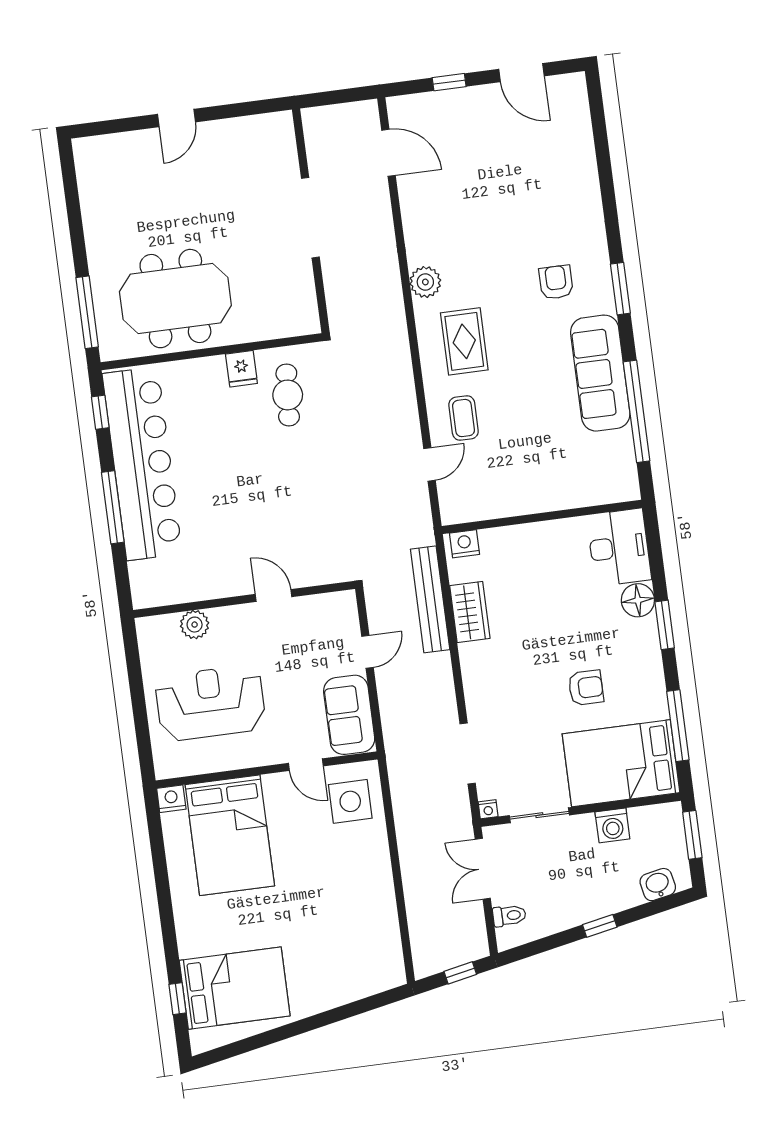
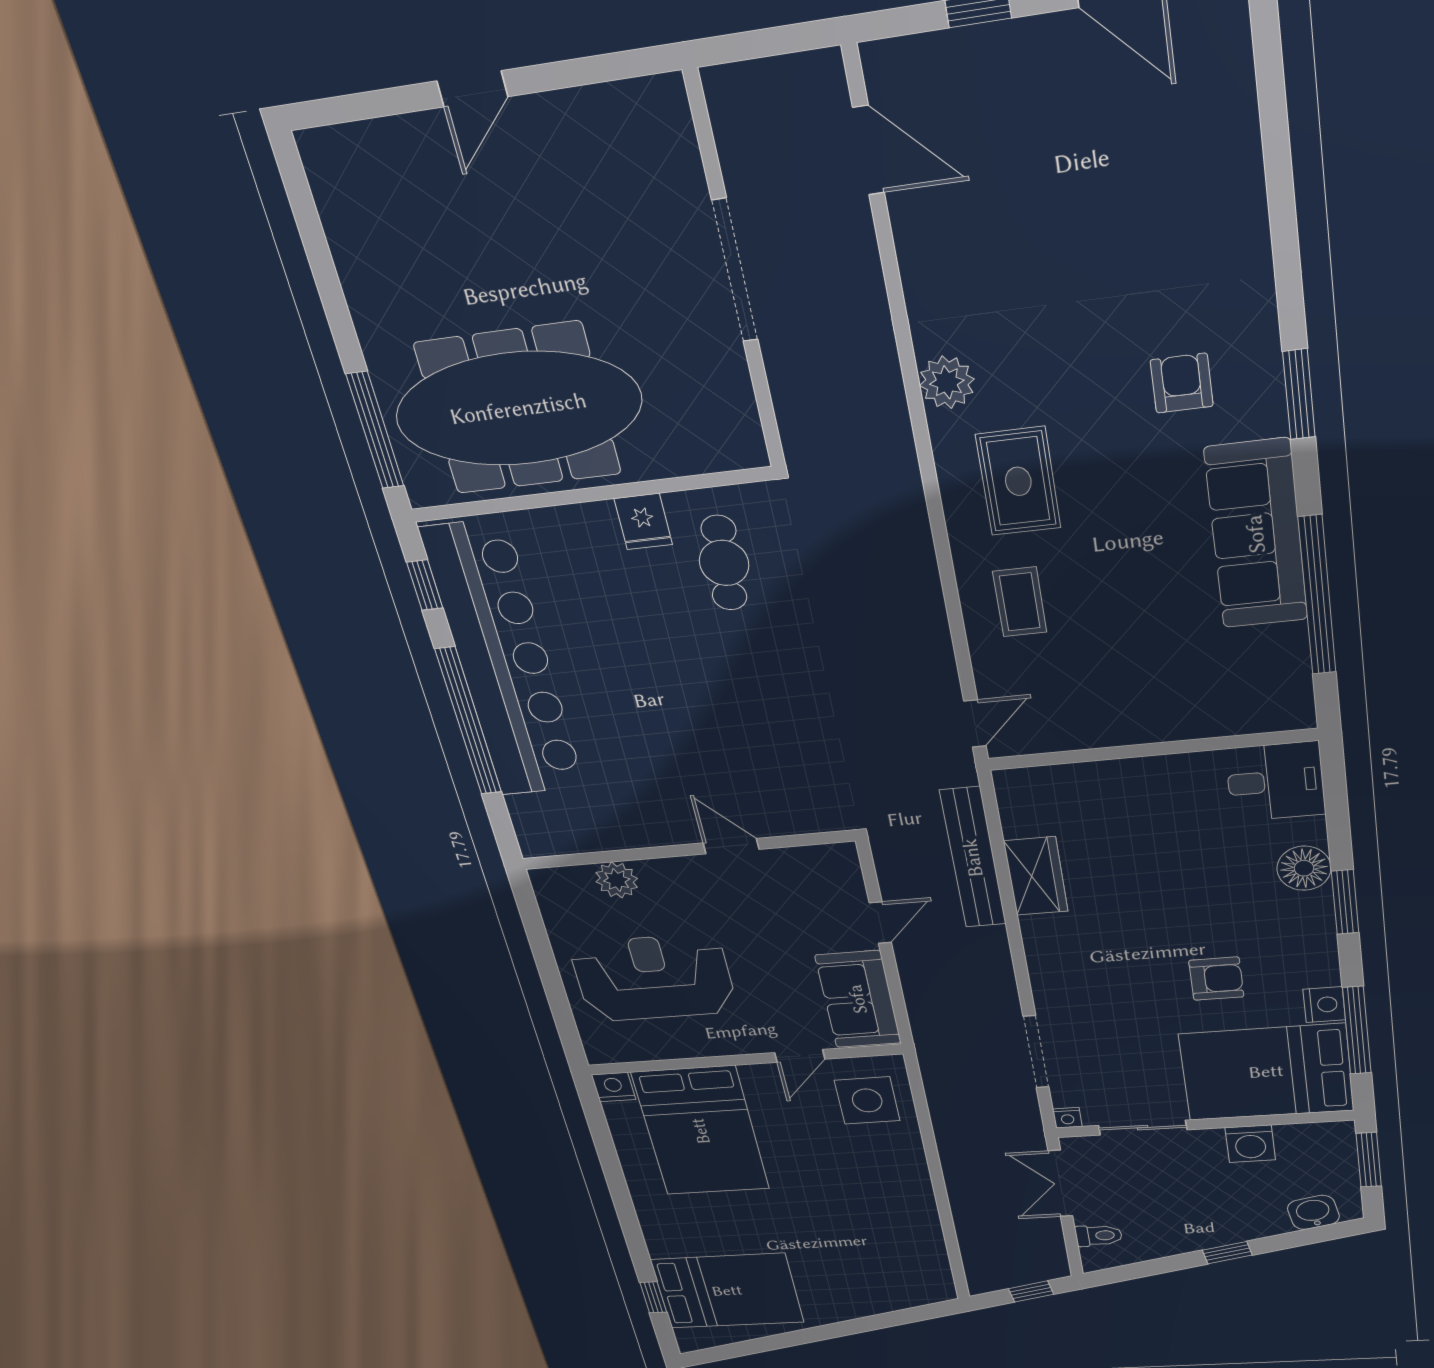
meeting table: (175, 299) -> (518, 409), width x1.36
door: (430, 464) -> (975, 724), moved
window: (113, 507) -> (468, 721), width x1.46
nightstand: (464, 544) -> (1324, 1005), moved, turned 90
desk: (619, 547) -> (1275, 782), width x0.73
door: (306, 765) -> (800, 1056), hinge flipped

